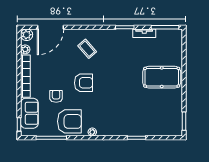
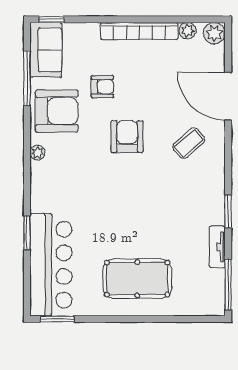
door: (51, 27) -> (228, 96), moved
pool table: (162, 77) -> (137, 279), turned 90
armchair: (83, 83) -> (127, 137), turned 180
sofa: (29, 113) -> (46, 50), moved, turned -90
armchair: (69, 121) -> (57, 111), turned -90
bar counter: (154, 125) -> (51, 265), added

